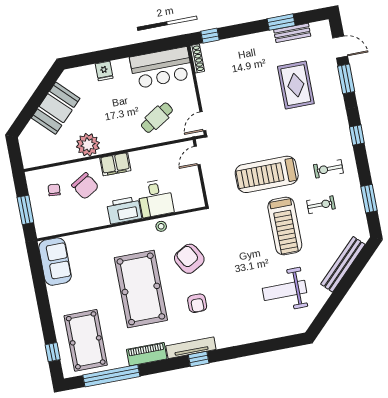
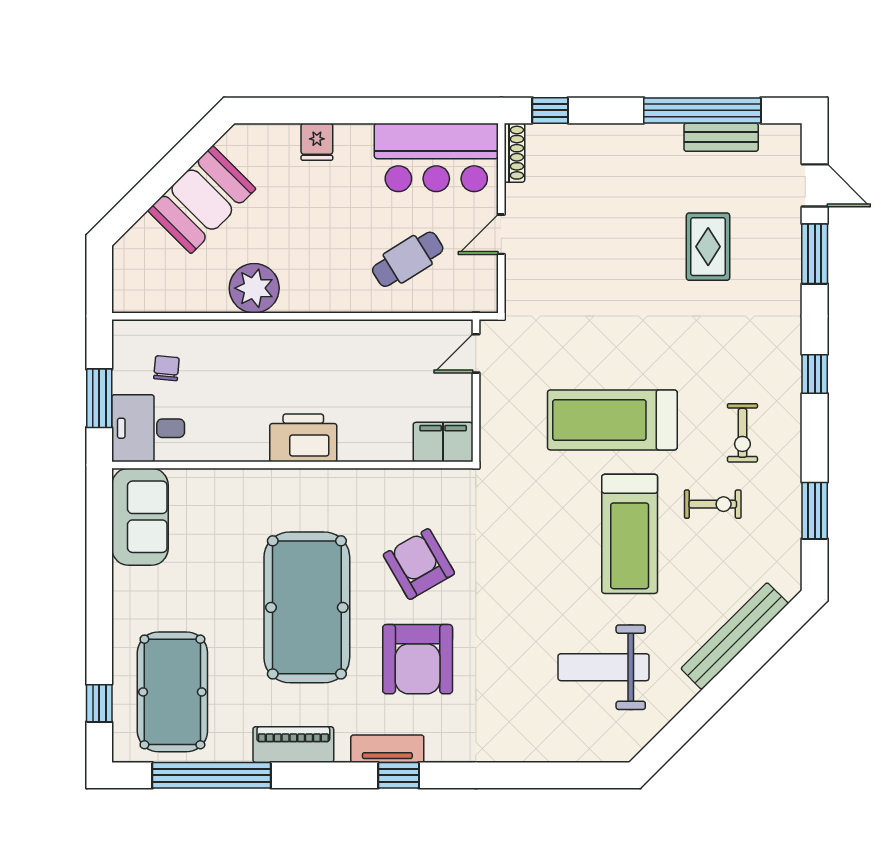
window: (281, 22) -> (702, 110), width x2.11
rug: (296, 85) -> (708, 247), width x0.73, depth x0.70
door: (203, 121) -> (501, 234), moved
filing cabinet: (115, 164) -> (443, 442), moved, turned 180
exercise bike: (328, 169) -> (742, 433), turned -90
chair: (85, 186) -> (232, 372), removed
desk: (155, 198) -> (148, 428), moved, turned 90
stool: (161, 226) -> (373, 486), removed
armchair: (197, 303) -> (418, 659), width x1.88, depth x1.88
tv unit: (191, 348) -> (387, 749), width x0.71

